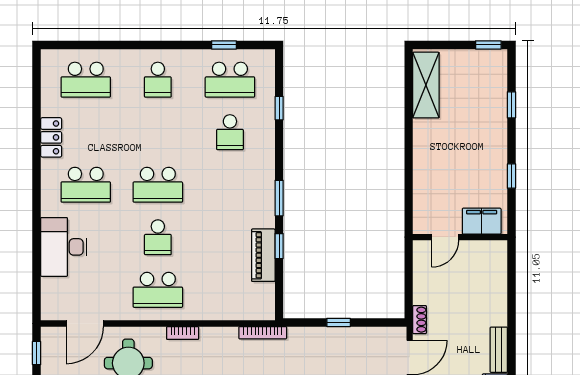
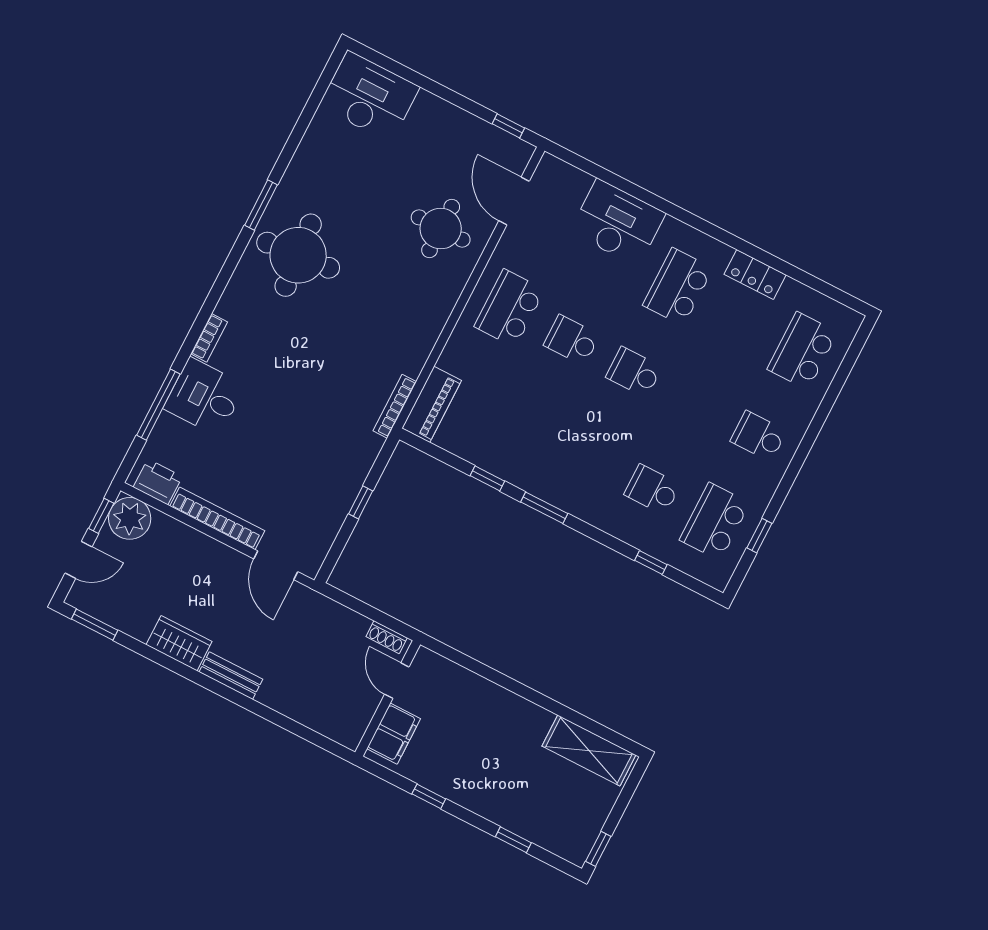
school desk: (158, 185) -> (634, 372), width x0.54
piano: (263, 255) -> (432, 404), moved, turned 90
shoe rack: (420, 320) -> (387, 637), moved
bookcase: (183, 333) -> (443, 311), removed

